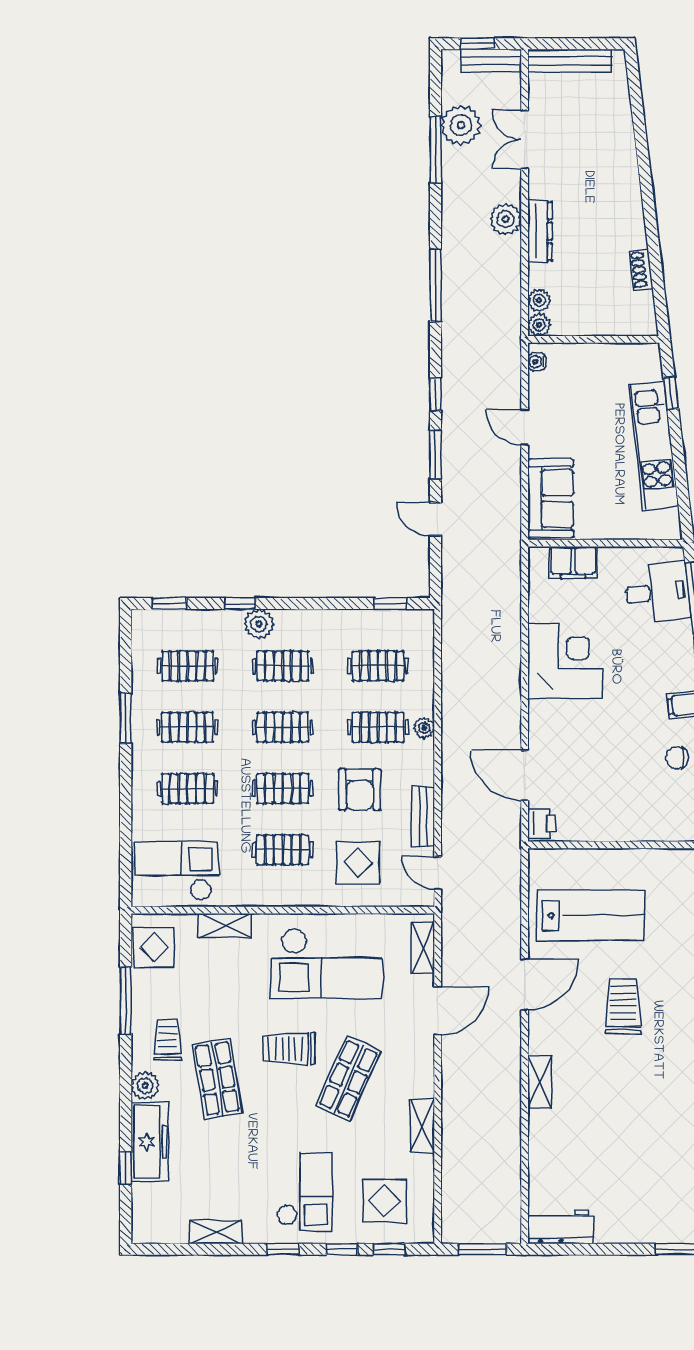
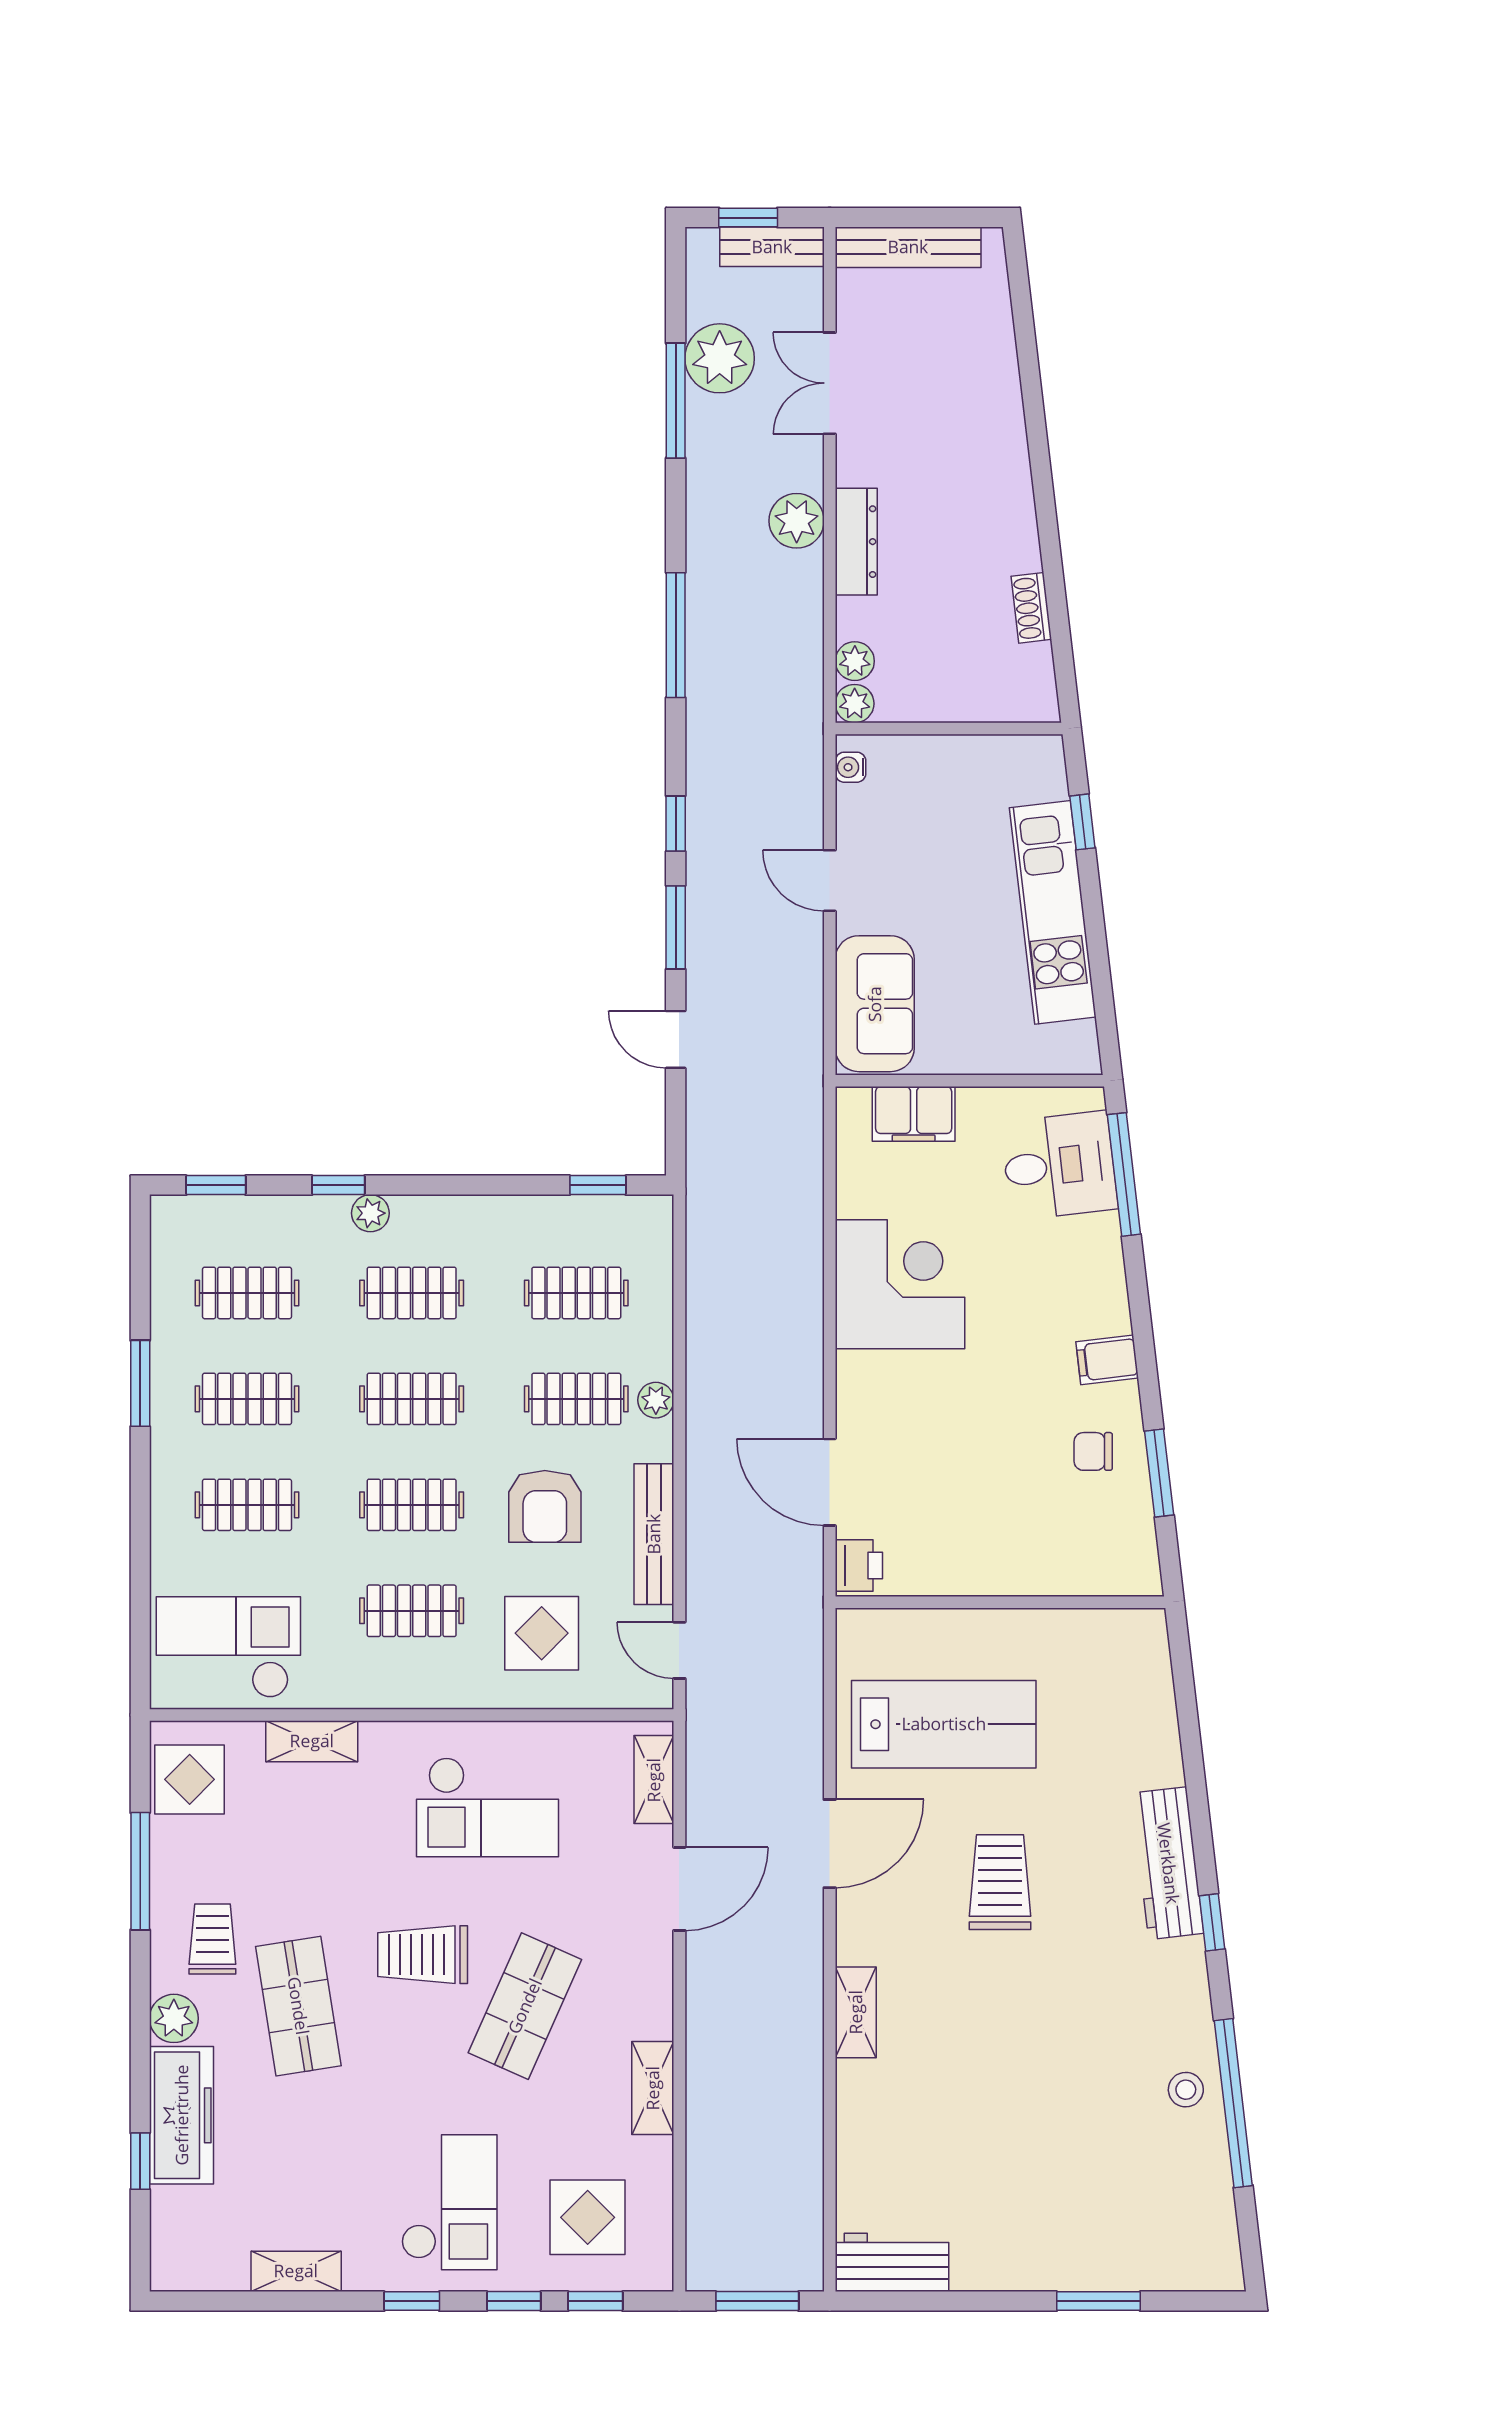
plant: (259, 624) -> (370, 1213), width x0.73, depth x0.73
bench: (423, 816) -> (654, 1534), width x1.36
checkout: (327, 963) -> (488, 1807), width x0.73, depth x0.83

